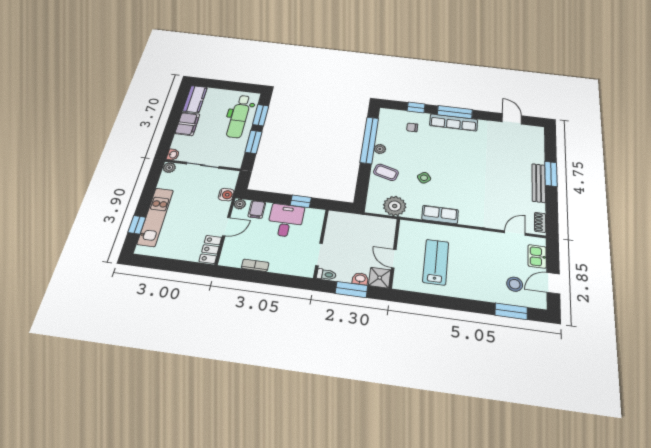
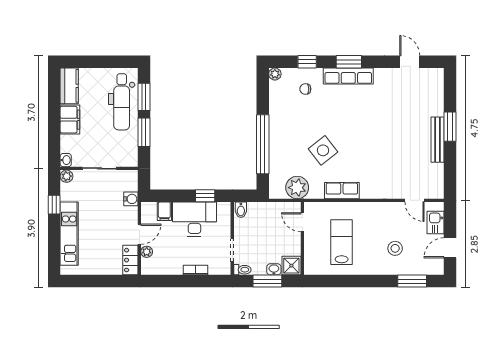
window: (455, 112) -> (349, 62), width x0.69
window: (369, 140) -> (263, 144), moved
plant: (380, 149) -> (275, 74), moved
coffee table: (386, 172) -> (284, 149), removed
side table: (424, 178) -> (323, 150), width x1.87, depth x1.87
plant: (240, 204) -> (147, 252), moved
bidet: (335, 218) -> (241, 210), added
desk: (286, 220) -> (194, 219), width x1.37
shoe rack: (540, 222) -> (439, 185), removed
window: (137, 225) -> (54, 205), moved
door: (515, 233) -> (414, 200), swing flipped
door: (394, 259) -> (302, 222), moved
bookcase: (255, 265) -> (195, 270), moved
stool: (515, 284) -> (395, 248), moved

